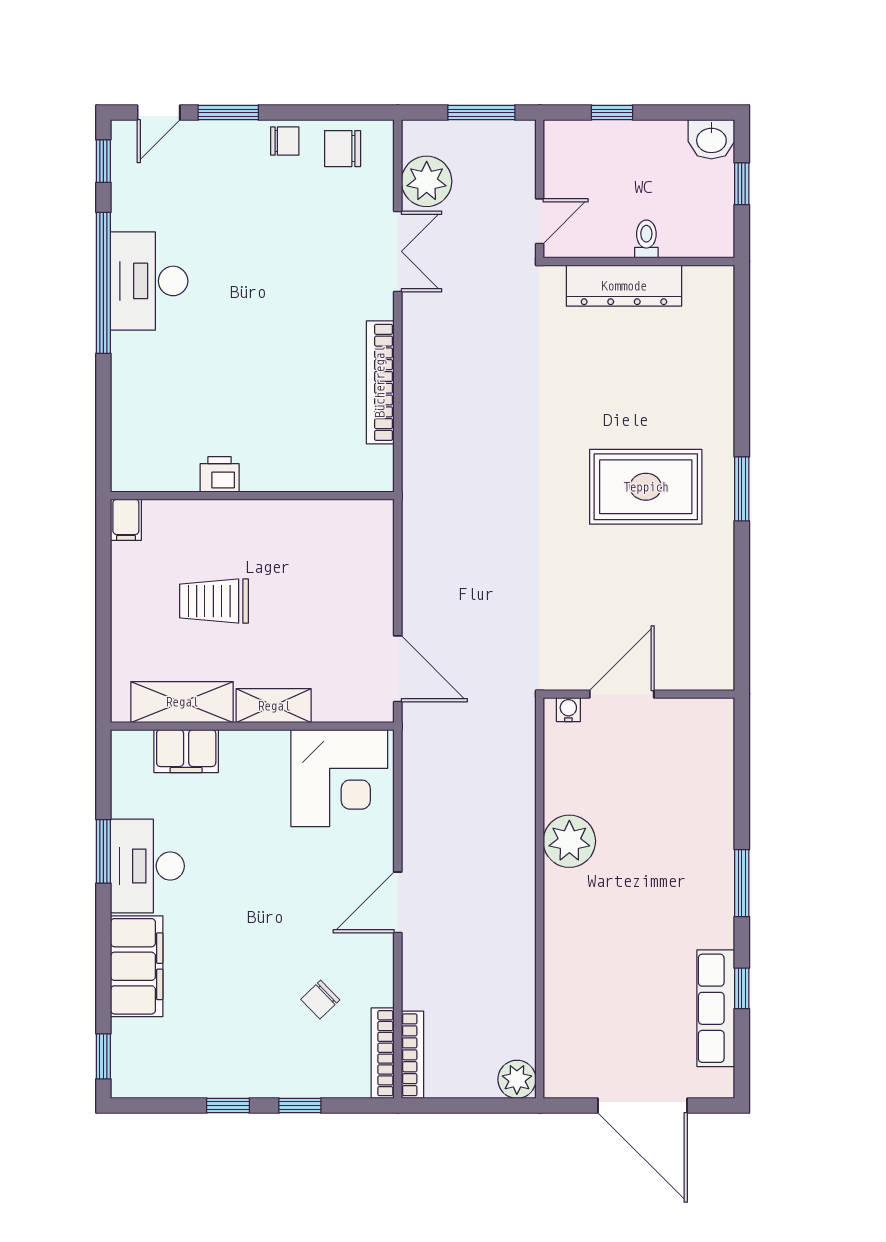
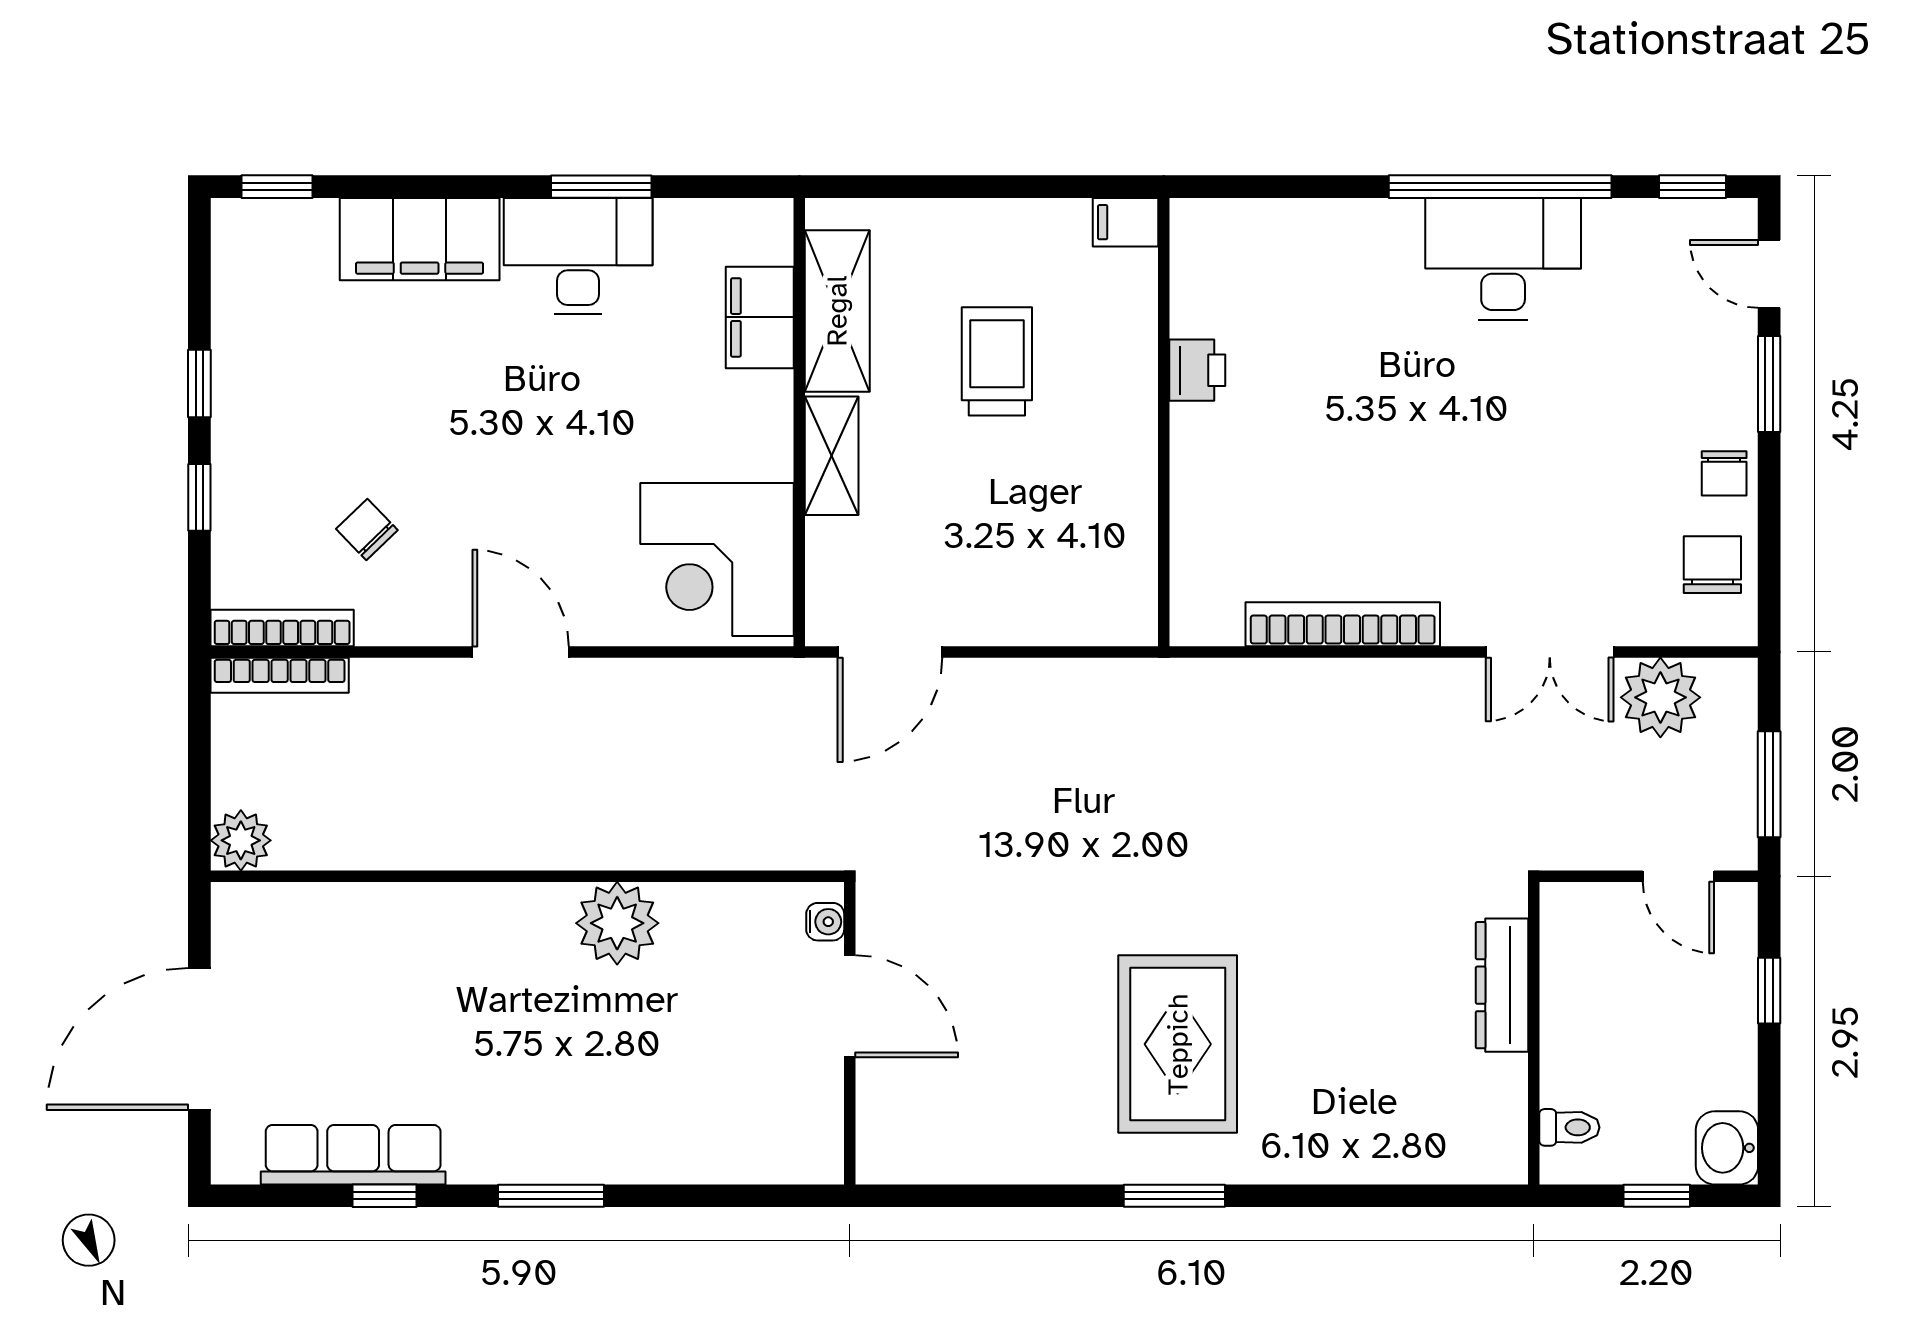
door: (540, 221) -> (1678, 876), moved
toilet: (646, 239) -> (1569, 1127), moved
dresser: (624, 286) -> (1502, 985), width x0.73, depth x0.80

